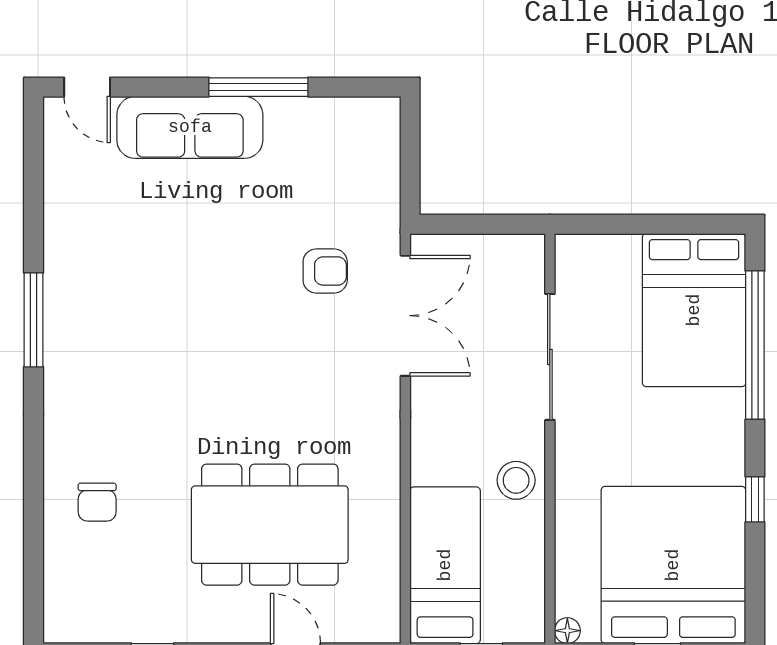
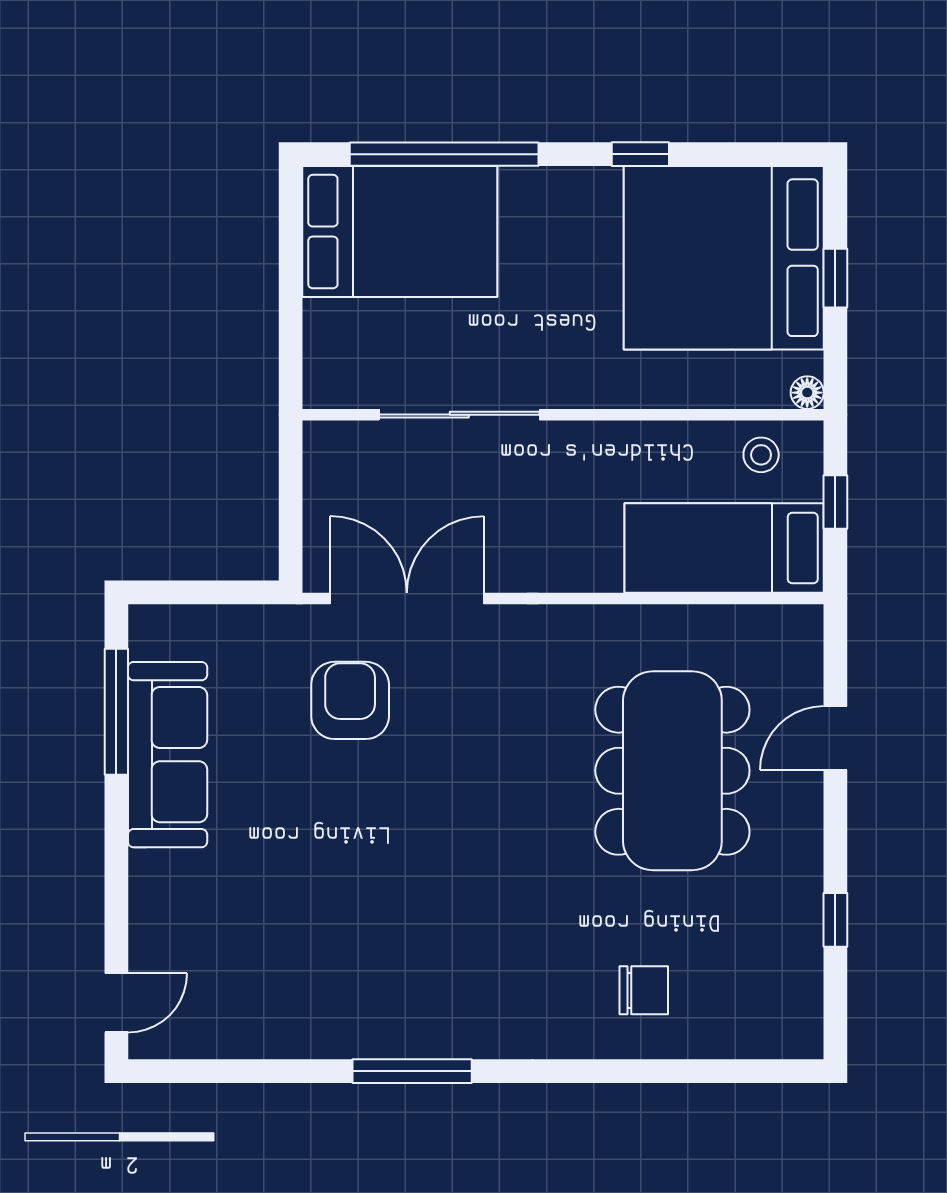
window: (258, 87) -> (116, 712), moved
sofa: (190, 127) -> (168, 755), moved
armchair: (325, 271) -> (350, 700), width x1.38, depth x1.38
stool: (516, 480) -> (761, 455), moved, width x0.73, depth x0.73

